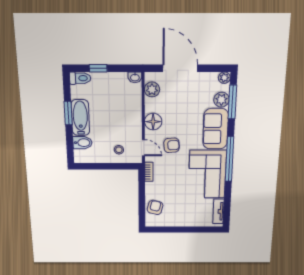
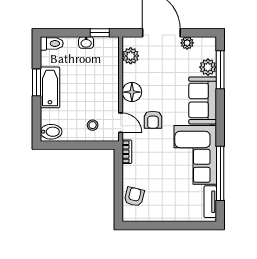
window: (98, 68) -> (100, 33), moved
washbasin: (135, 77) -> (86, 43), moved
plant: (224, 78) -> (187, 43), moved
bidet: (82, 143) -> (51, 132), moved
armchair: (172, 145) -> (153, 120), turned 94
window: (229, 159) -> (220, 173), moved

